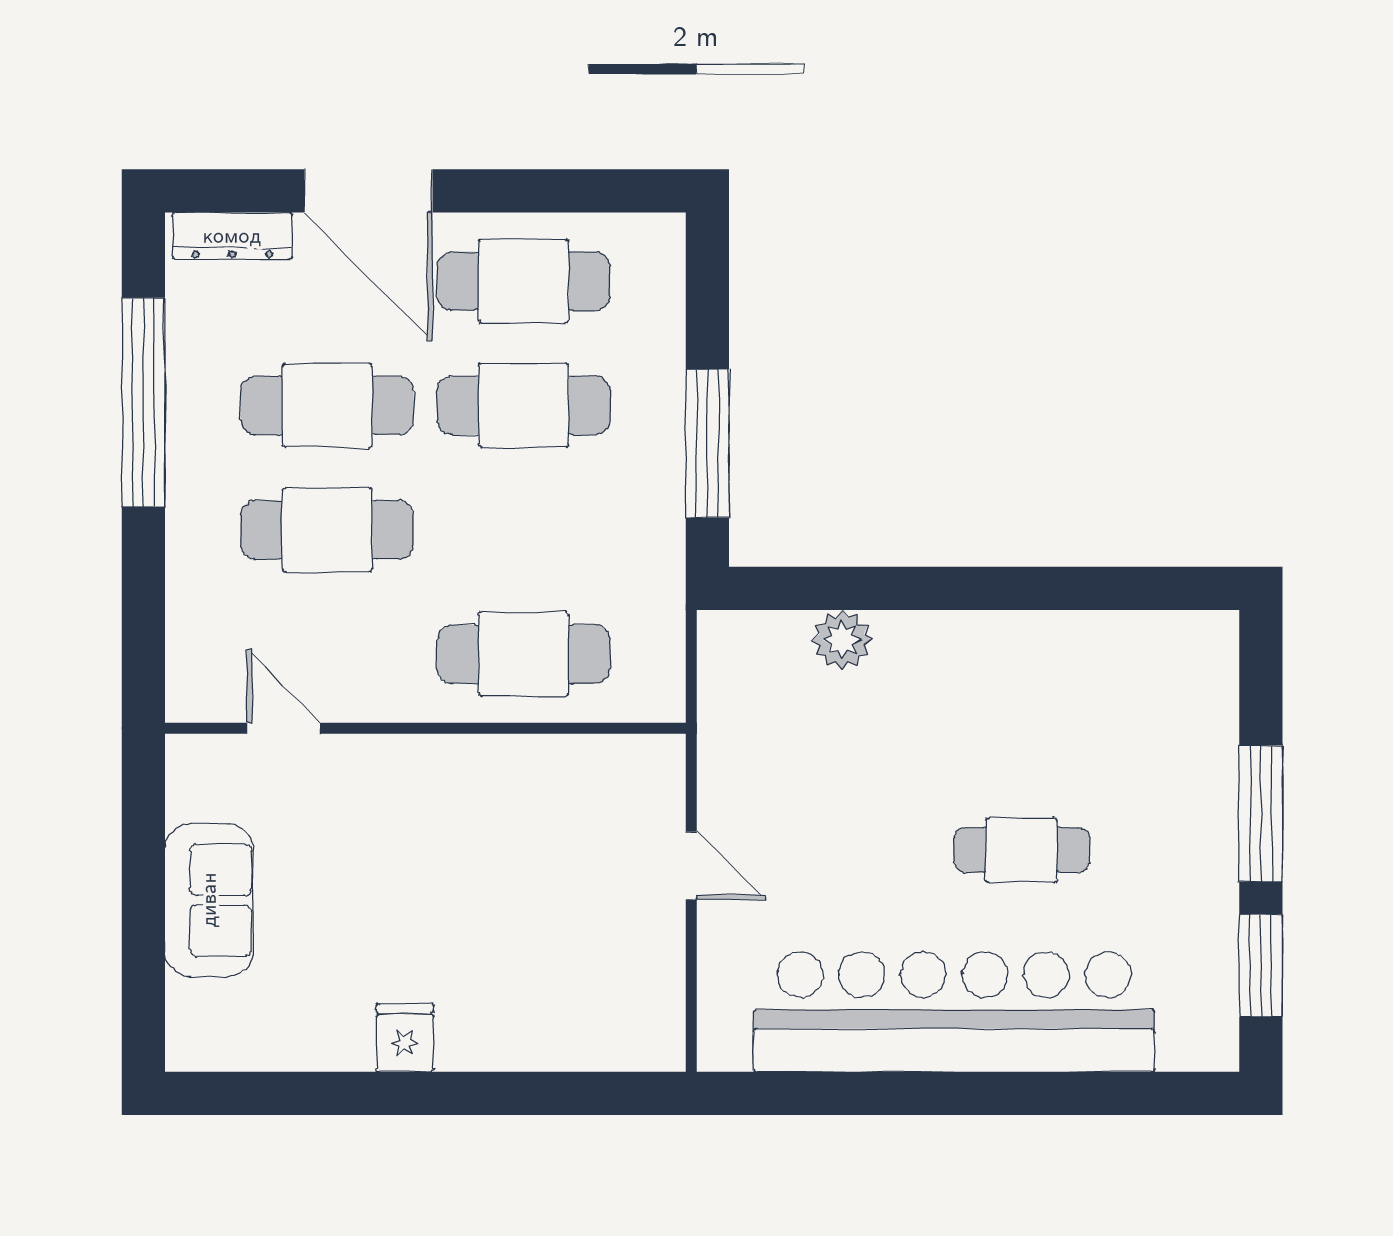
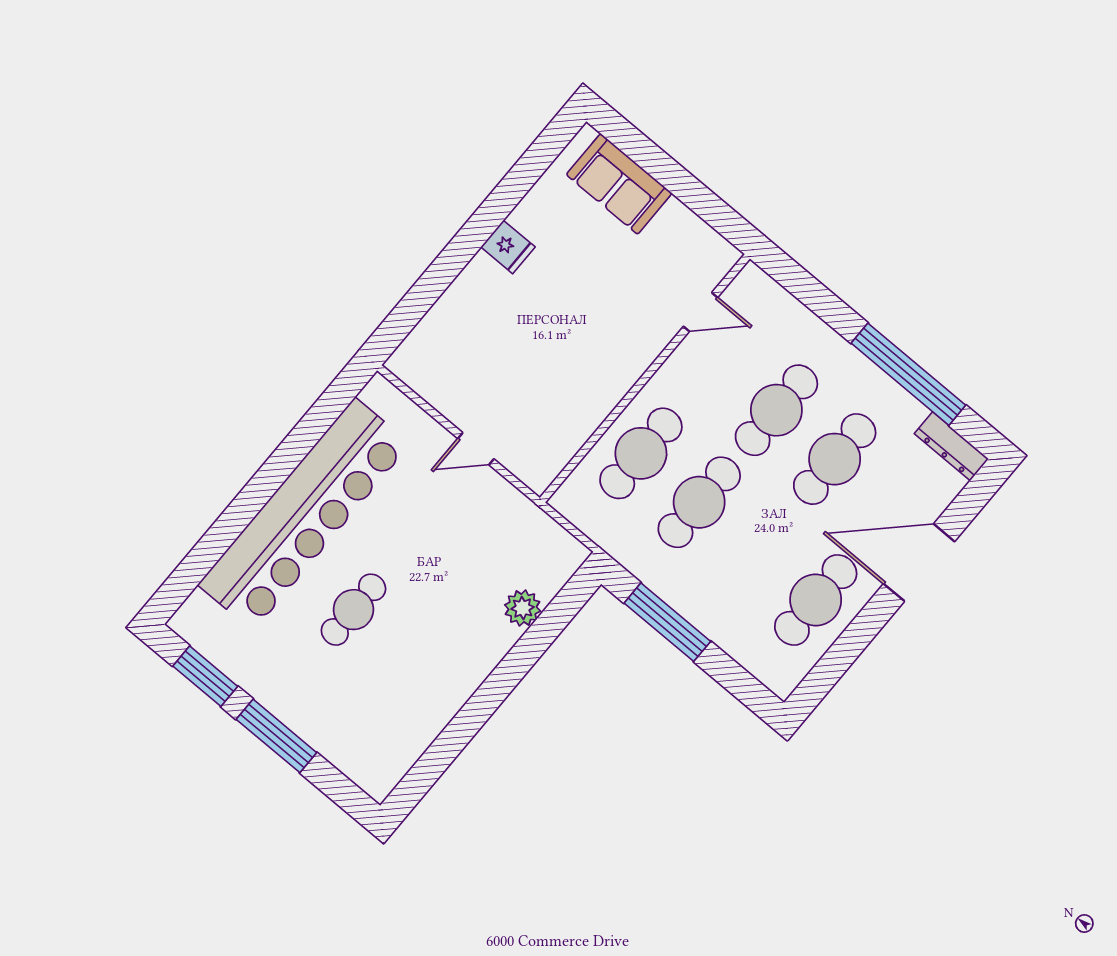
dresser: (232, 236) -> (951, 446), moved, turned -90
cafe table: (524, 405) -> (699, 502), moved
sofa: (209, 900) -> (619, 184), moved

